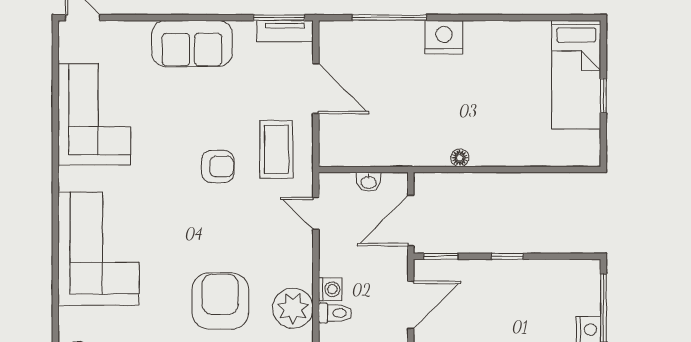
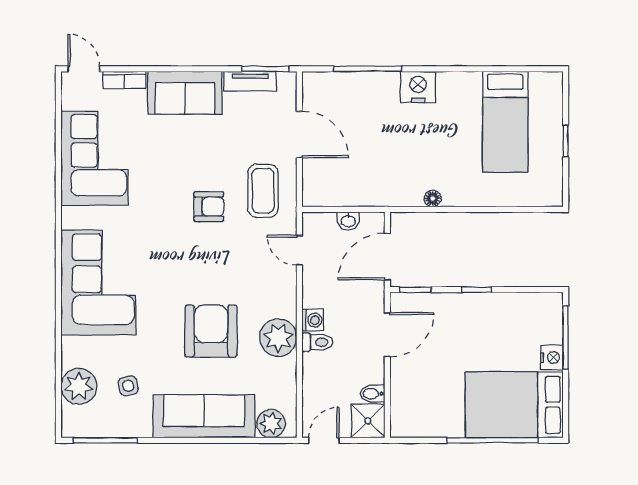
bookcase: (127, 30) -> (124, 80), added
tv unit: (285, 31) -> (250, 81), moved
bed: (576, 75) -> (505, 122), moved

